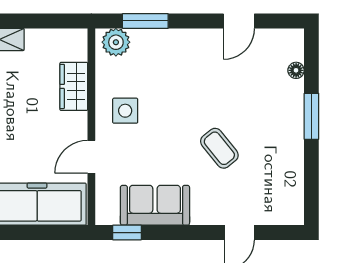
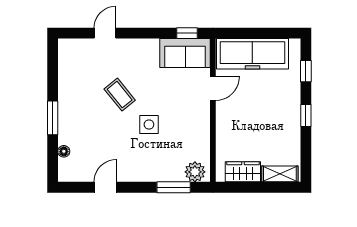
wardrobe: (74, 86) -> (243, 172), moved, turned -90
side table: (125, 111) -> (149, 124), moved
sofa: (155, 205) -> (185, 53), moved

